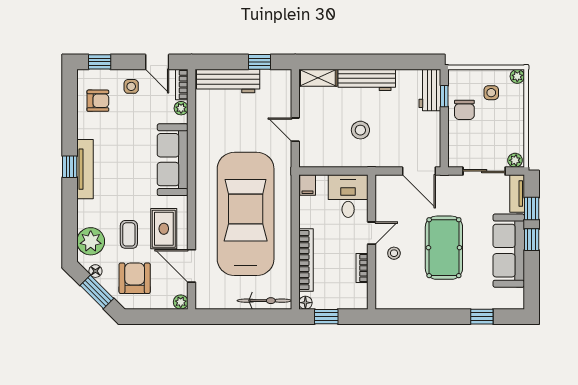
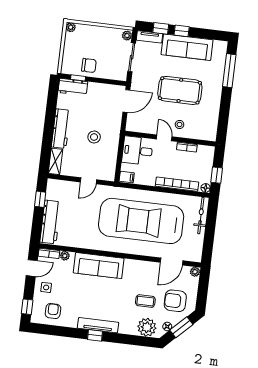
side table: (491, 93) -> (80, 46), removed
rug: (164, 229) -> (144, 277), removed
window: (482, 317) -> (229, 71), width x2.17

